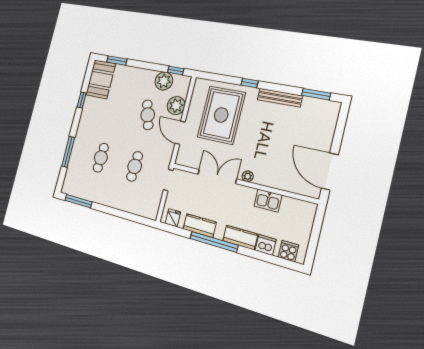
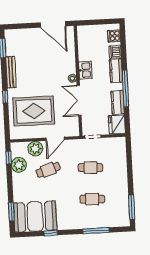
booth: (101, 79) -> (35, 217), width x1.36, depth x1.42
door: (330, 171) -> (53, 24), hinge flipped
kitchen sink: (268, 201) -> (85, 70), moved
fridge: (173, 218) -> (117, 124), width x1.88, depth x1.34

